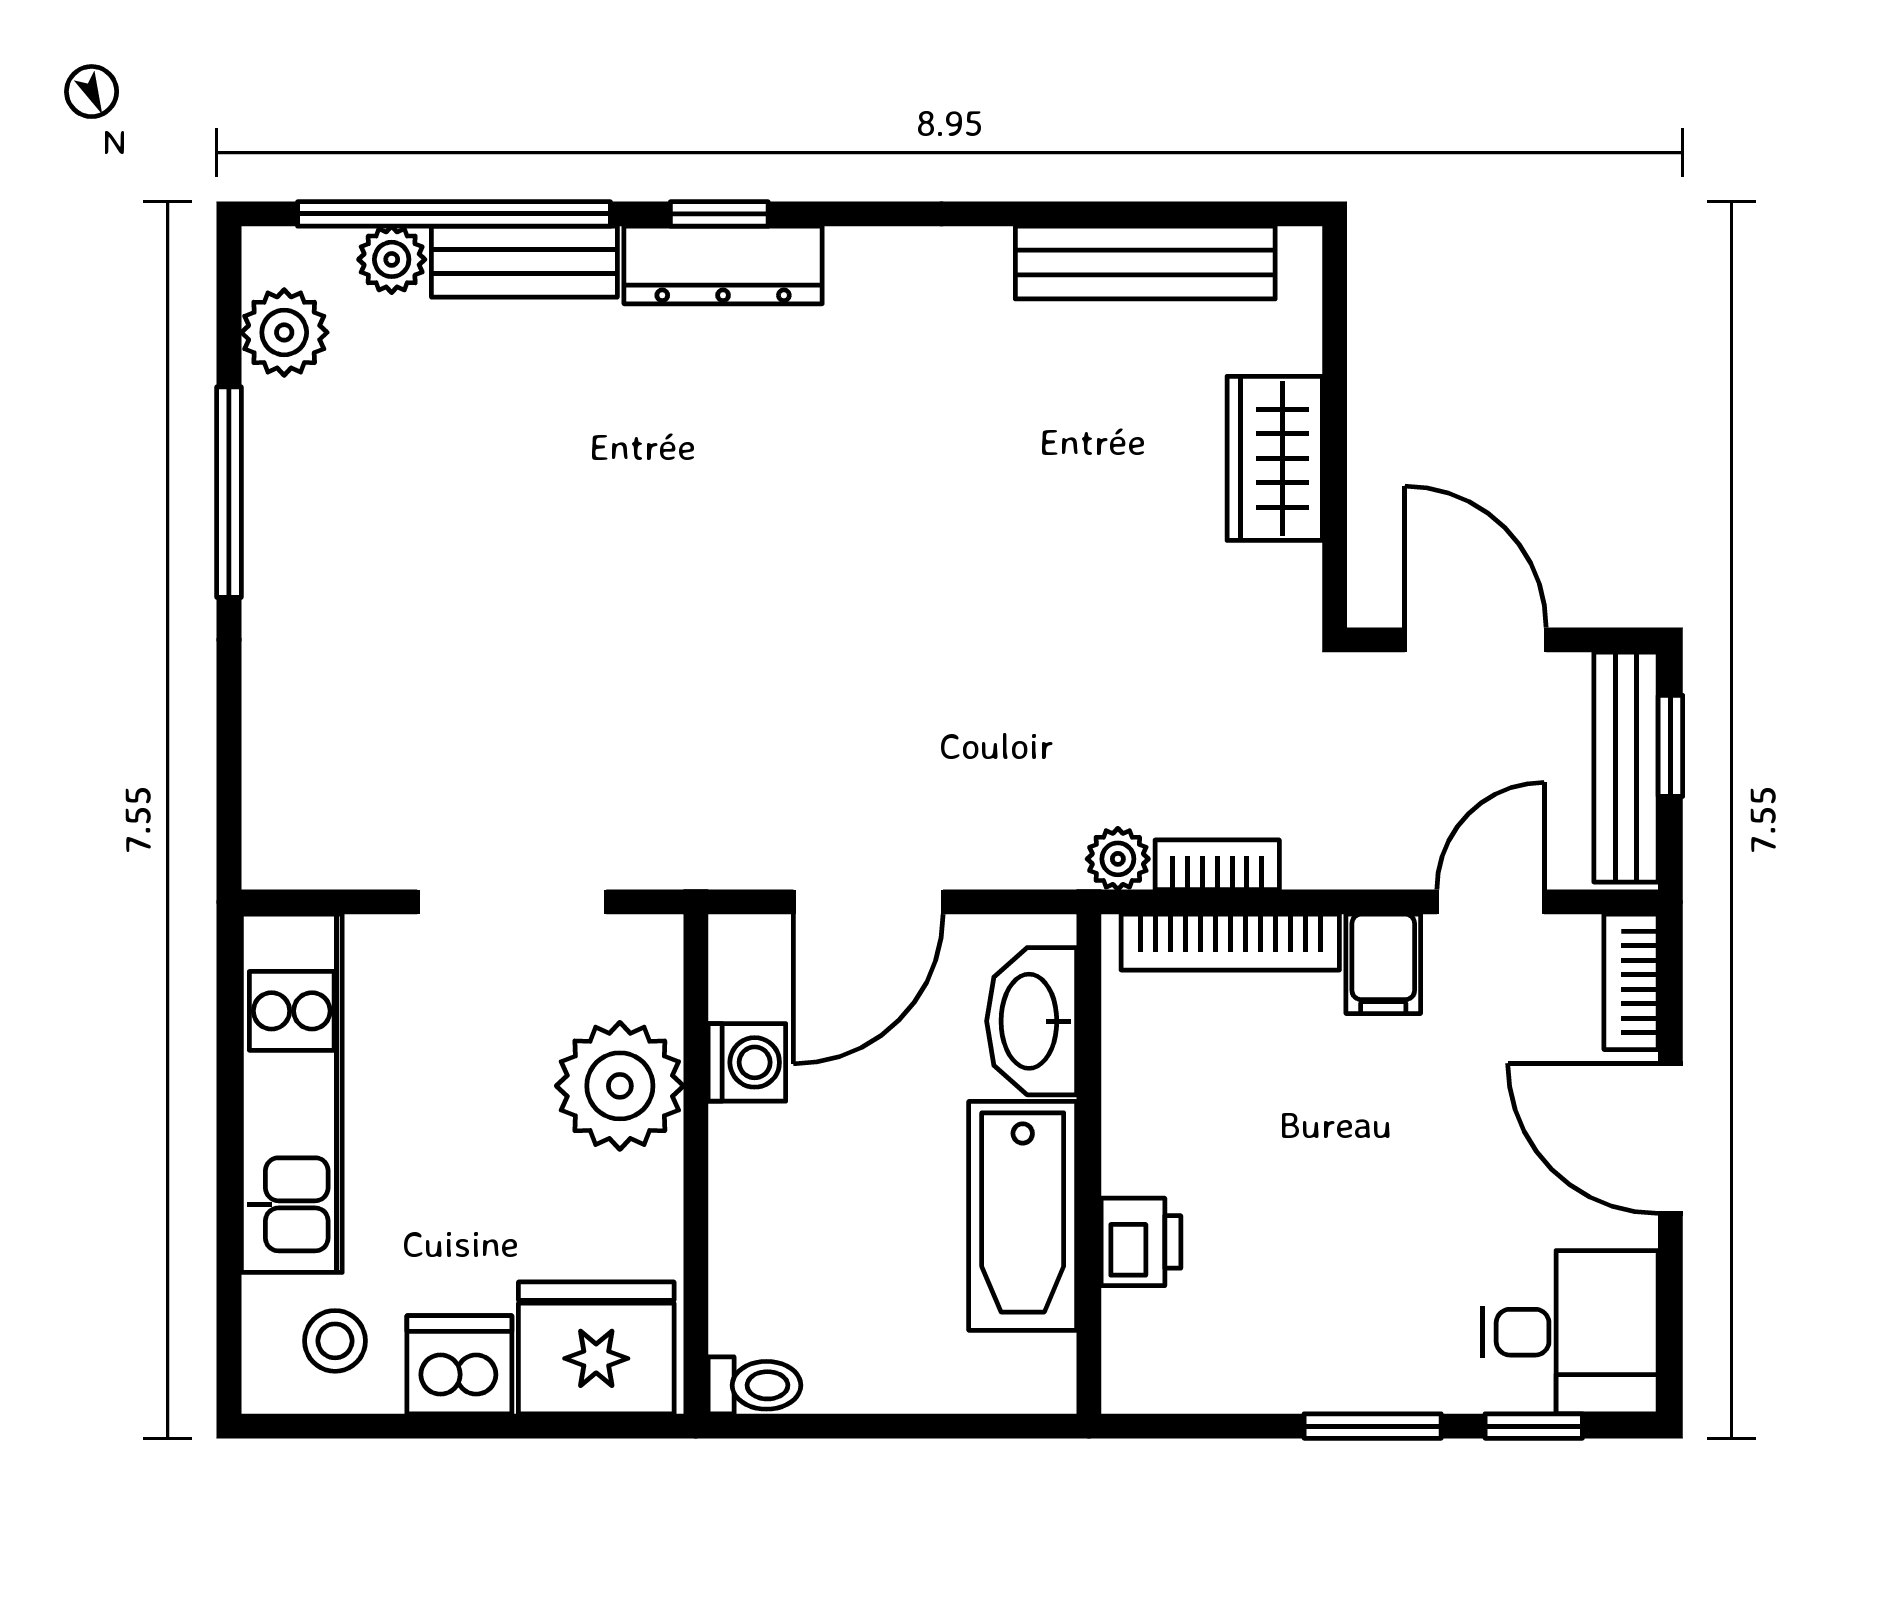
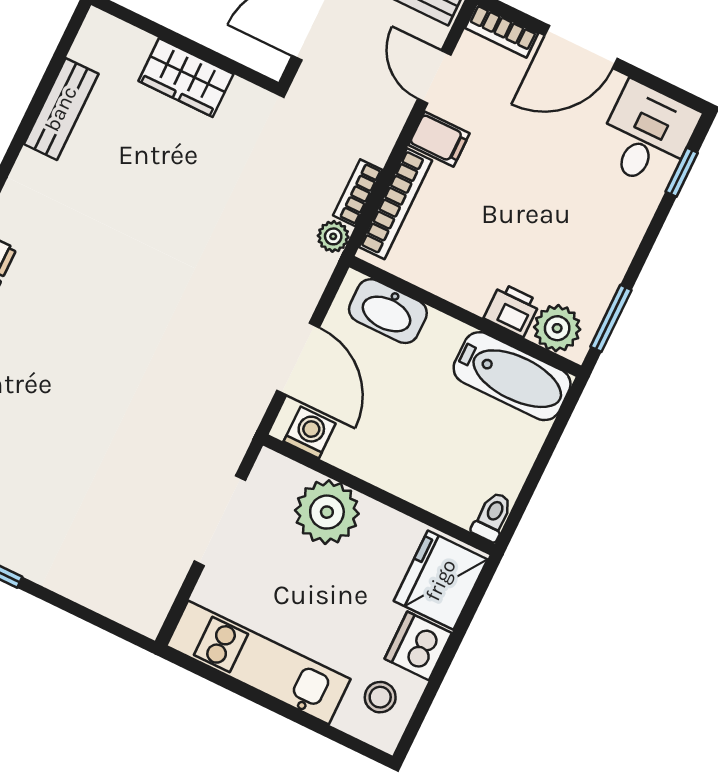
bench: (1145, 263) -> (61, 109), width x0.73
washing machine: (747, 1062) -> (310, 433), moved
bathtub: (1023, 1216) -> (512, 376), moved
plant: (1147, 1338) -> (557, 328), added
window: (1373, 1426) -> (611, 318), moved

